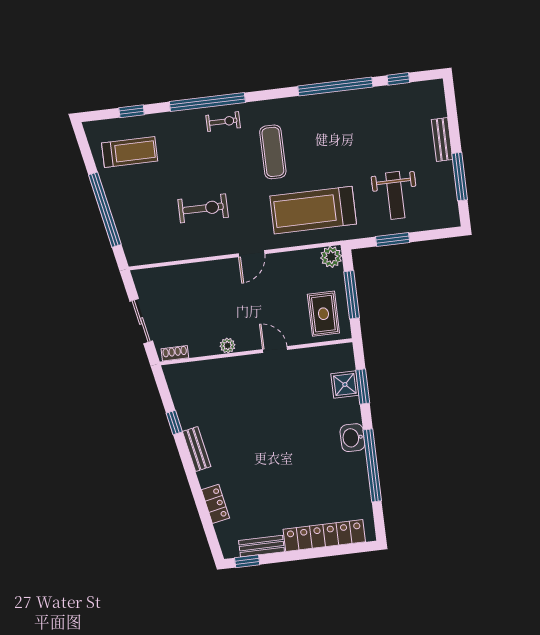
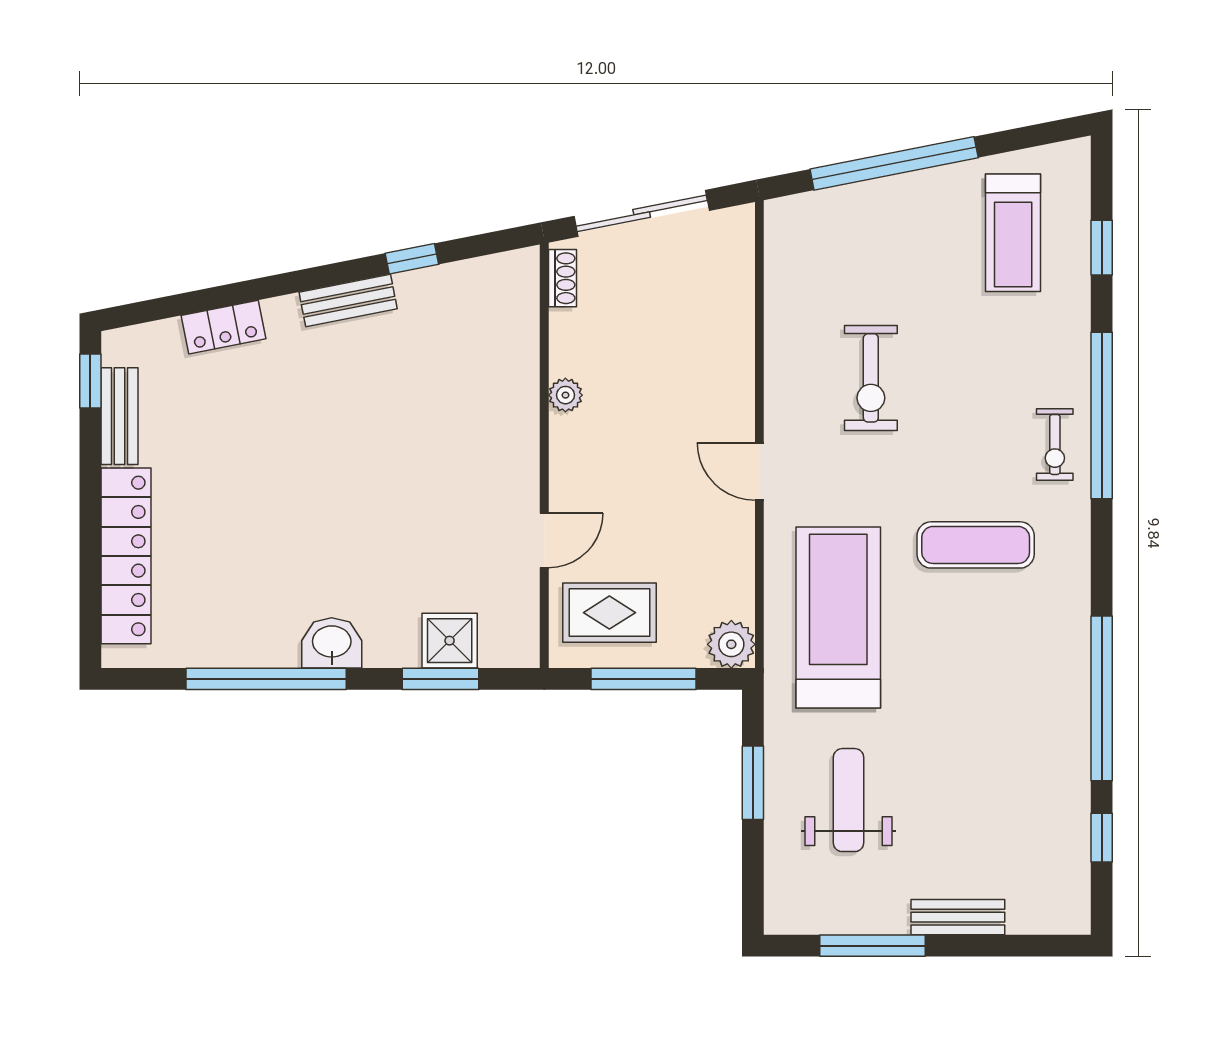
weight bench: (395, 195) -> (848, 800), turned 90
sliding door: (141, 321) -> (642, 213), width x1.37
door: (275, 350) -> (544, 540), moved

